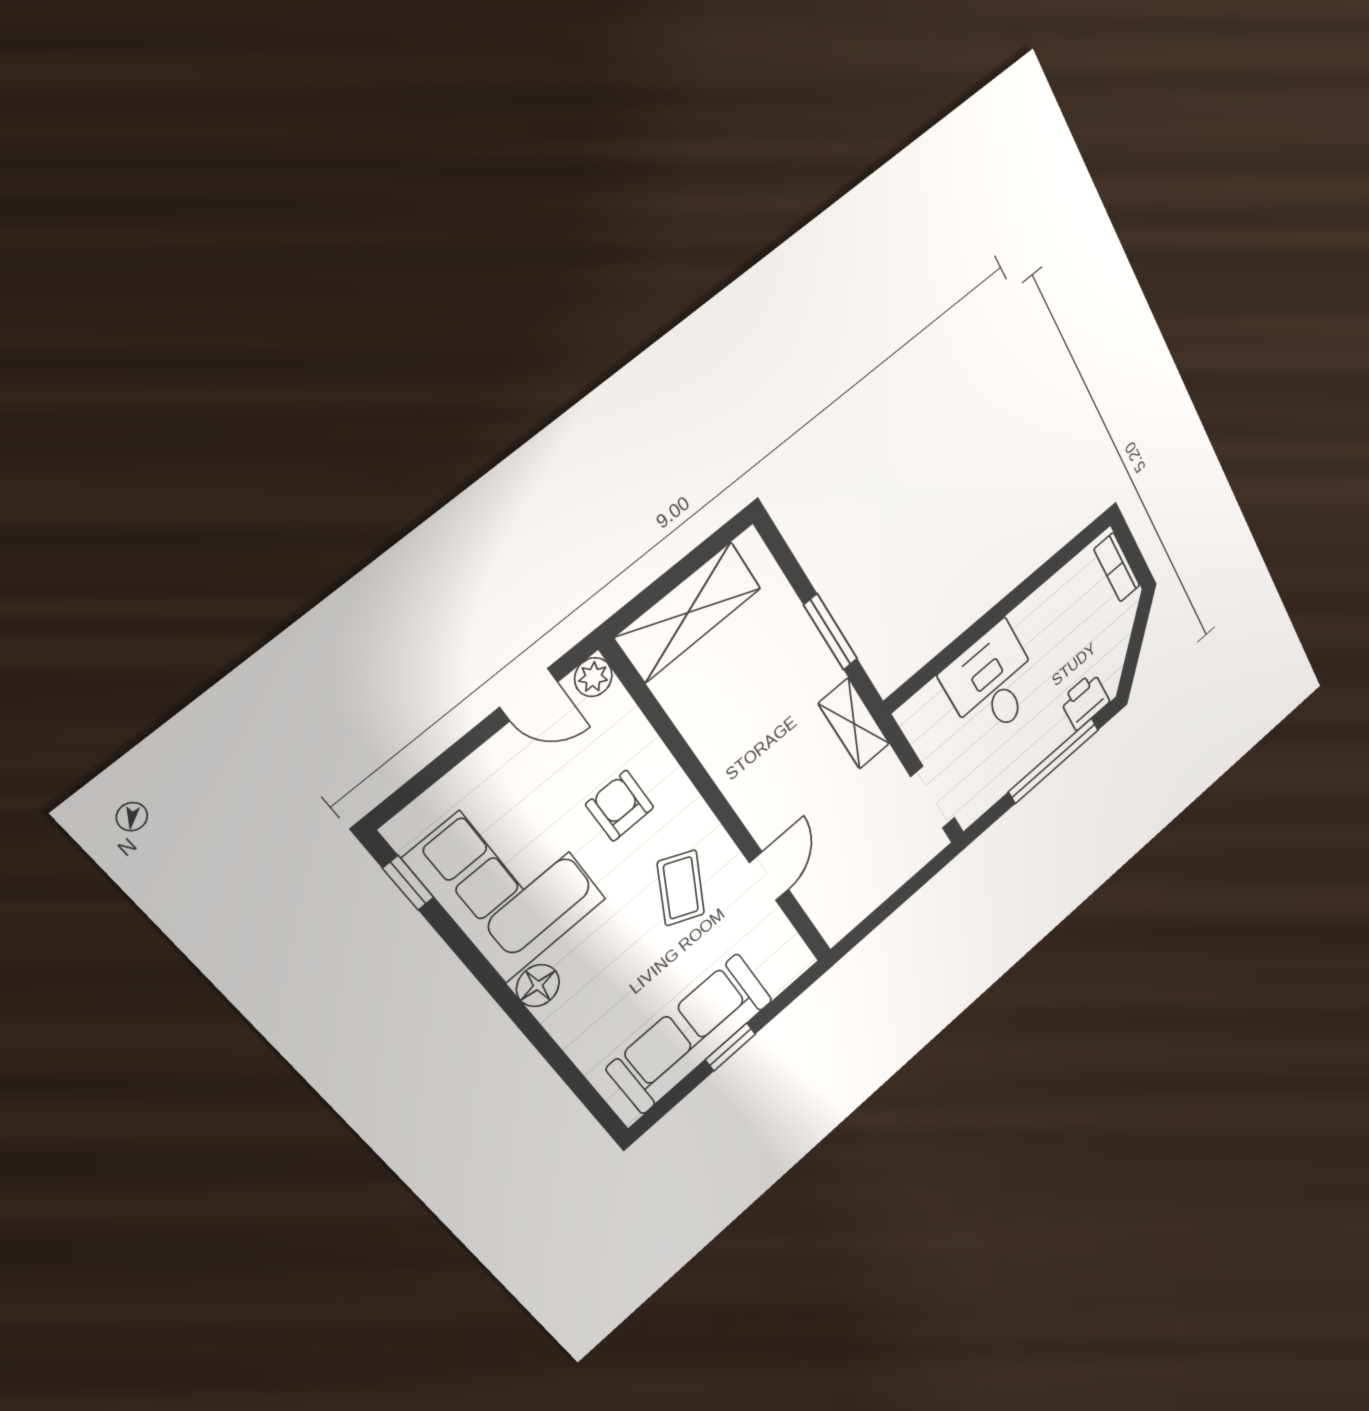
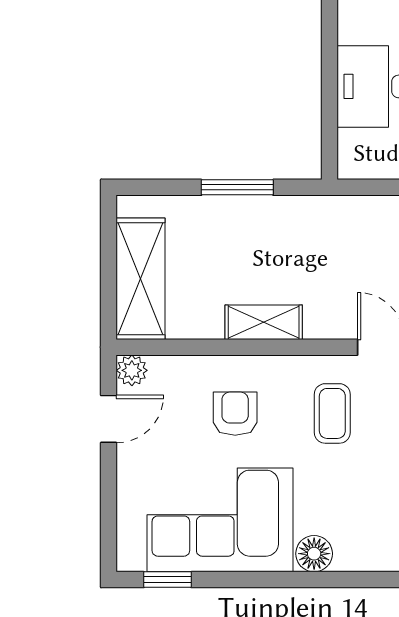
shelving: (854, 724) -> (264, 322), moved
armchair: (620, 806) -> (235, 414), turned 90
coffee table: (681, 888) -> (332, 413), turned 64

